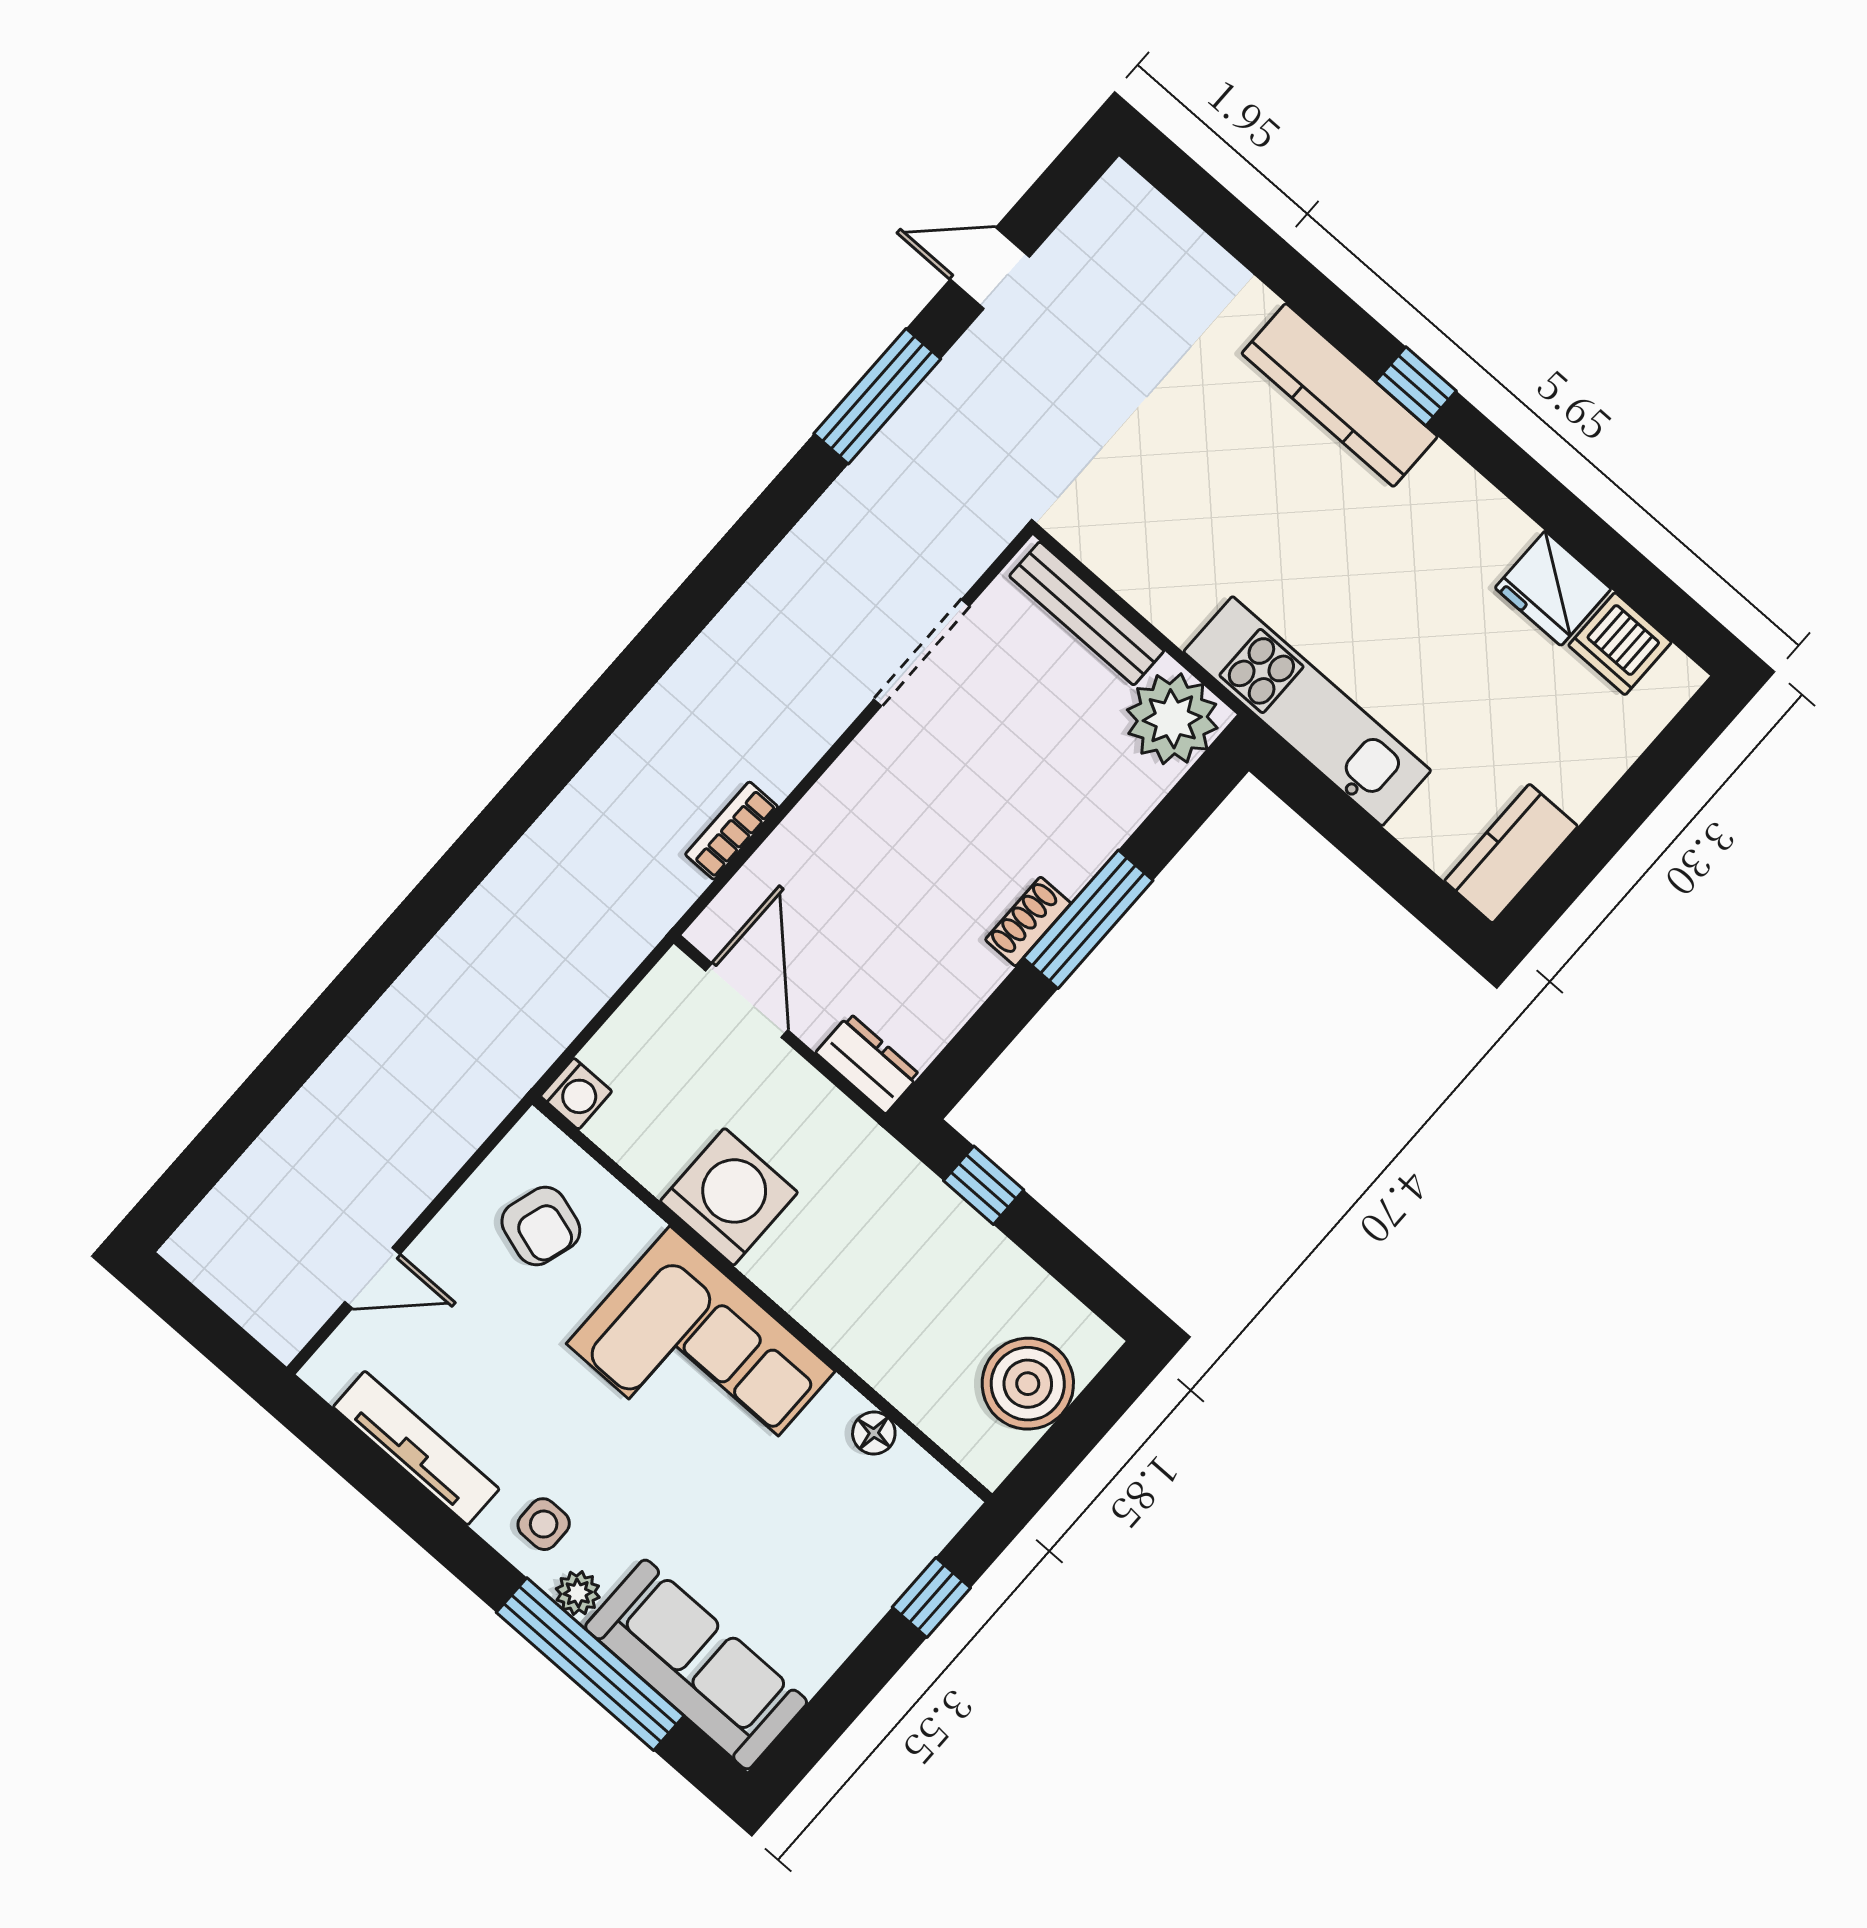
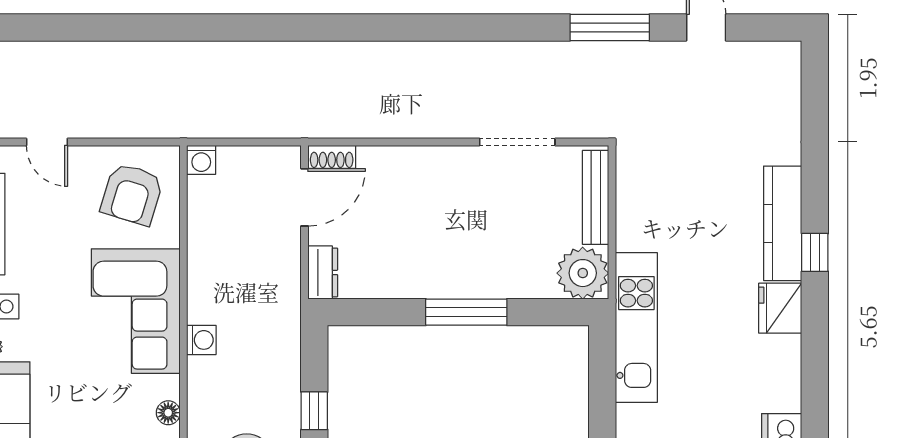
fridge: (1553, 588) -> (780, 308), moved
bookcase: (732, 831) -> (371, 128), removed
shoe rack: (1028, 922) -> (332, 157), moved, turned 180
window: (984, 1185) -> (314, 411), moved
washing machine: (729, 1197) -> (201, 340), moved, width x0.53, depth x0.53
armchair: (541, 1226) -> (132, 194), width x1.38, depth x1.38

